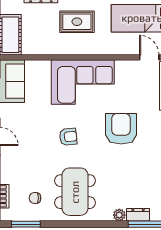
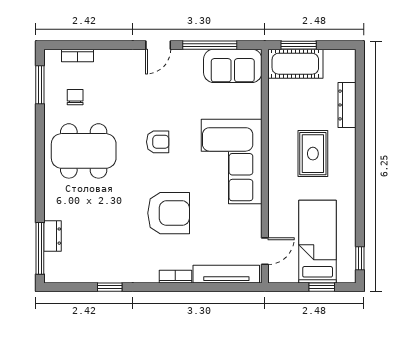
armchair: (68, 137) -> (158, 142), turned -84
plant: (119, 215) -> (52, 211), removed

